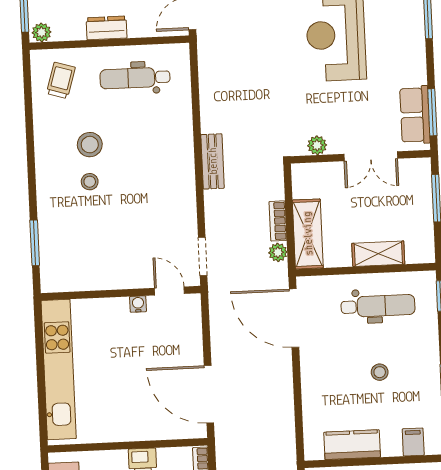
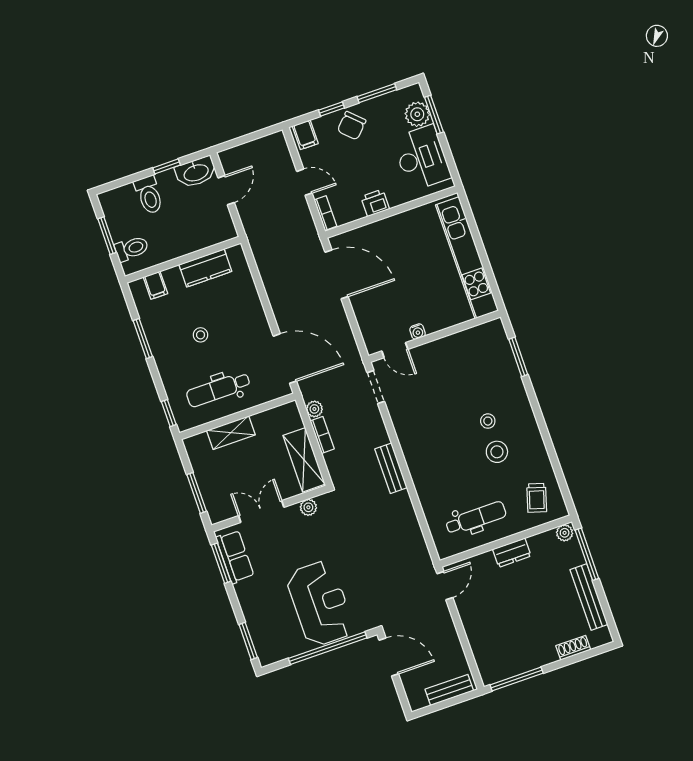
shelving: (308, 234) -> (304, 460), moved

